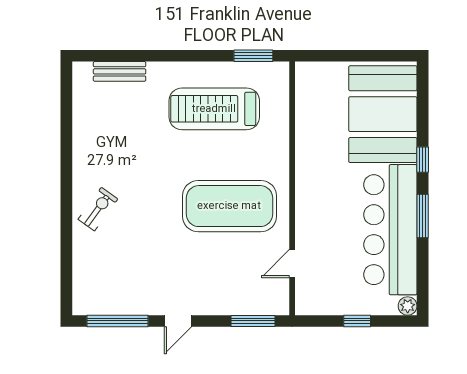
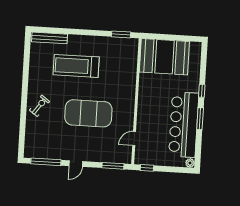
bench: (120, 71) -> (49, 38), width x1.36
treadmill: (214, 109) -> (76, 66), moved
booth: (383, 114) -> (164, 57), moved, turned 90
exercise mat: (229, 206) -> (88, 113), moved
window: (357, 321) -> (147, 168), moved

